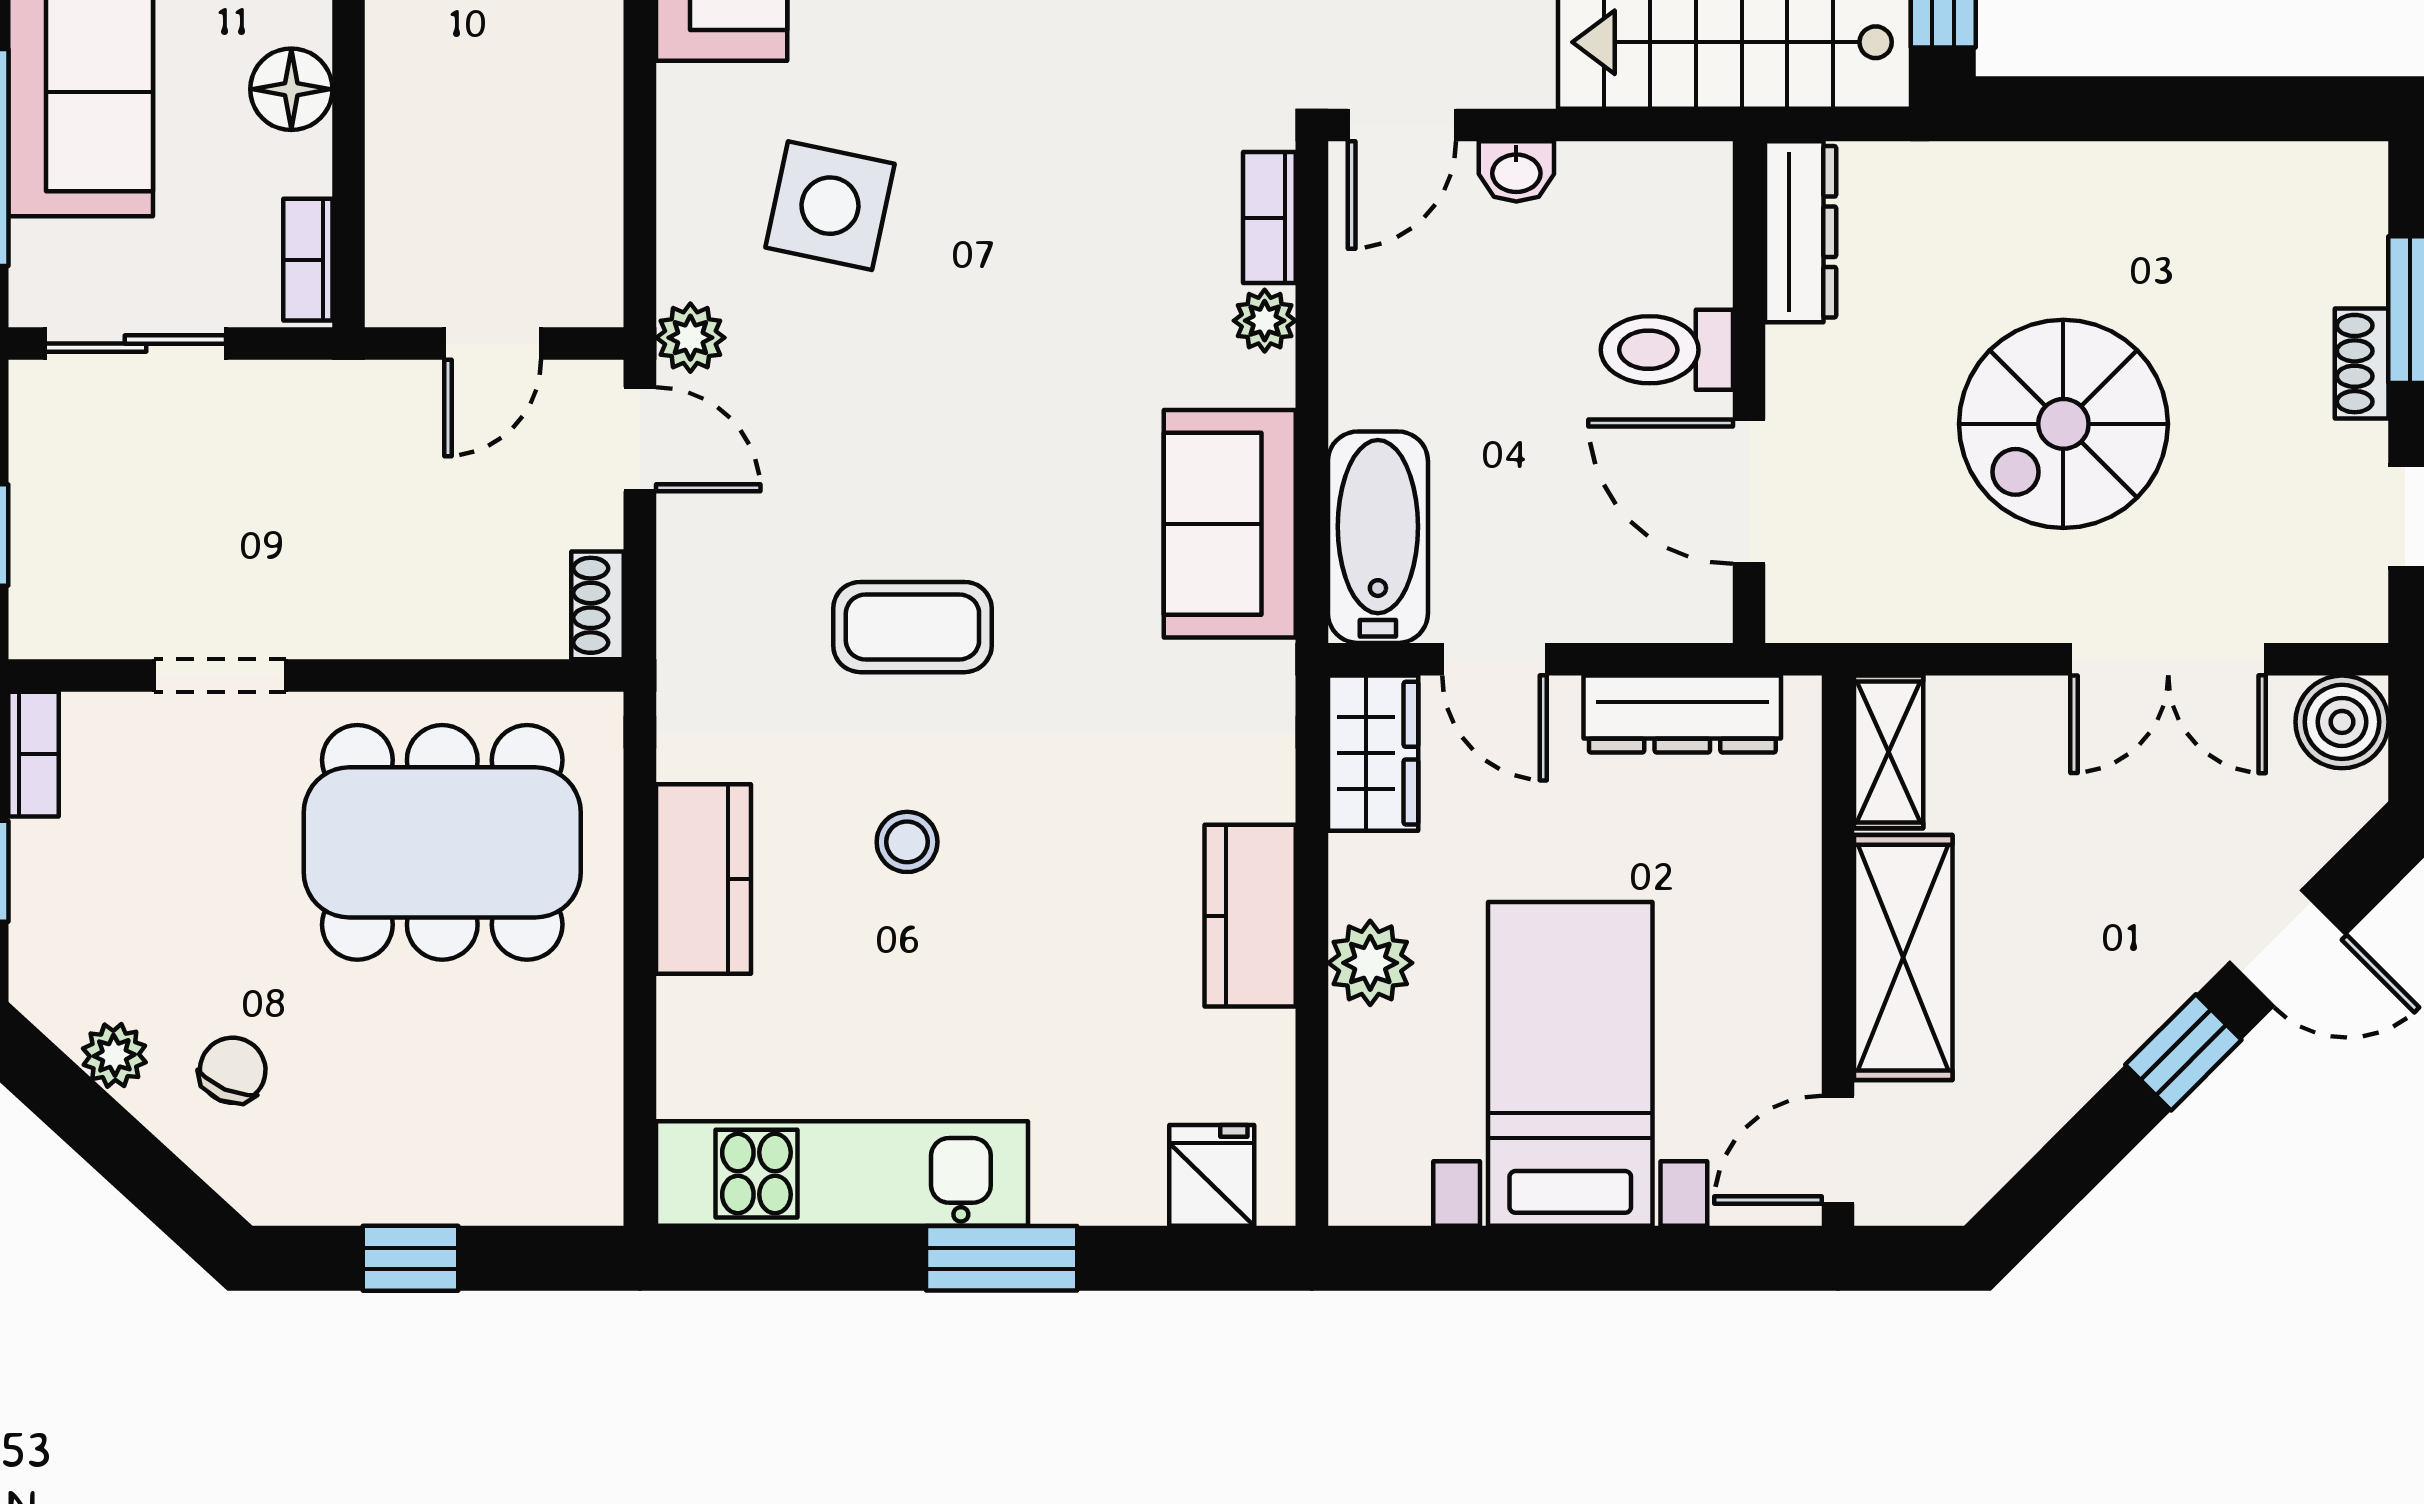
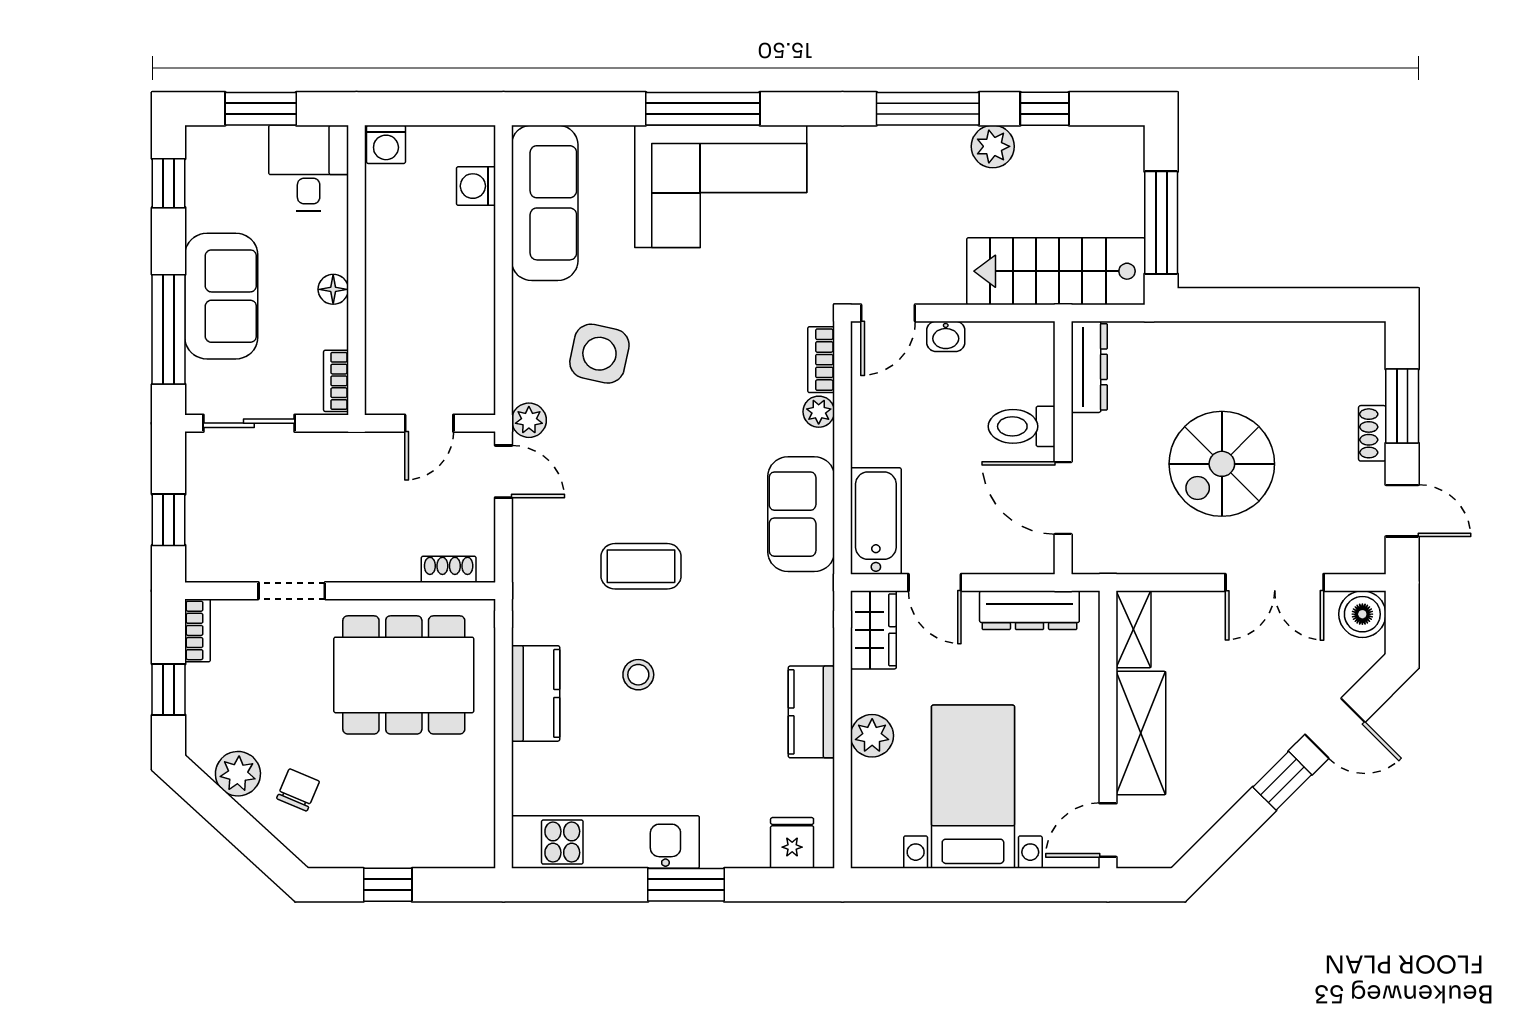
floor lamp: (291, 89) -> (333, 289), width x0.73, depth x0.73
shoe rack: (598, 605) -> (449, 569), moved, turned 90
plant: (114, 1055) -> (238, 774), width x1.38, depth x1.38

